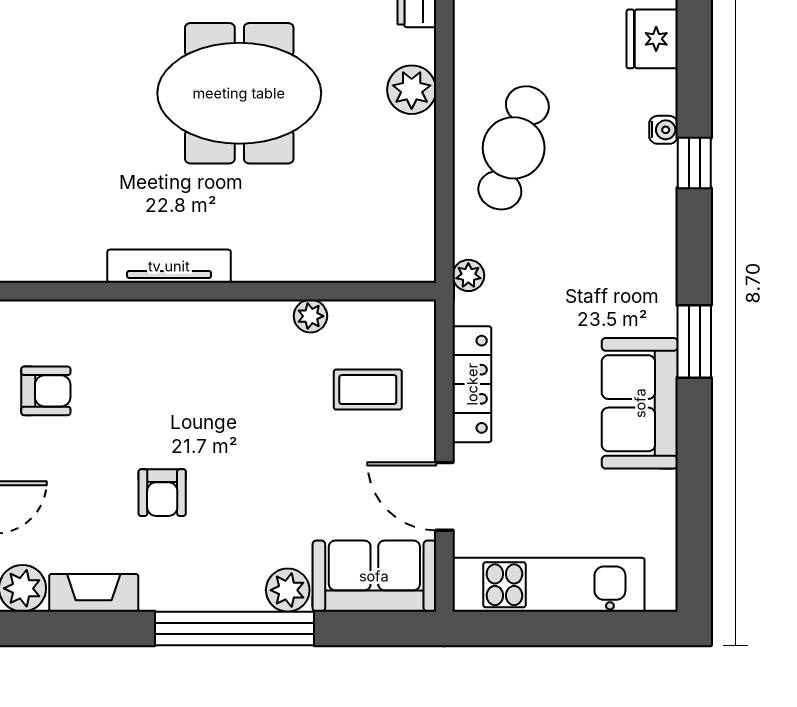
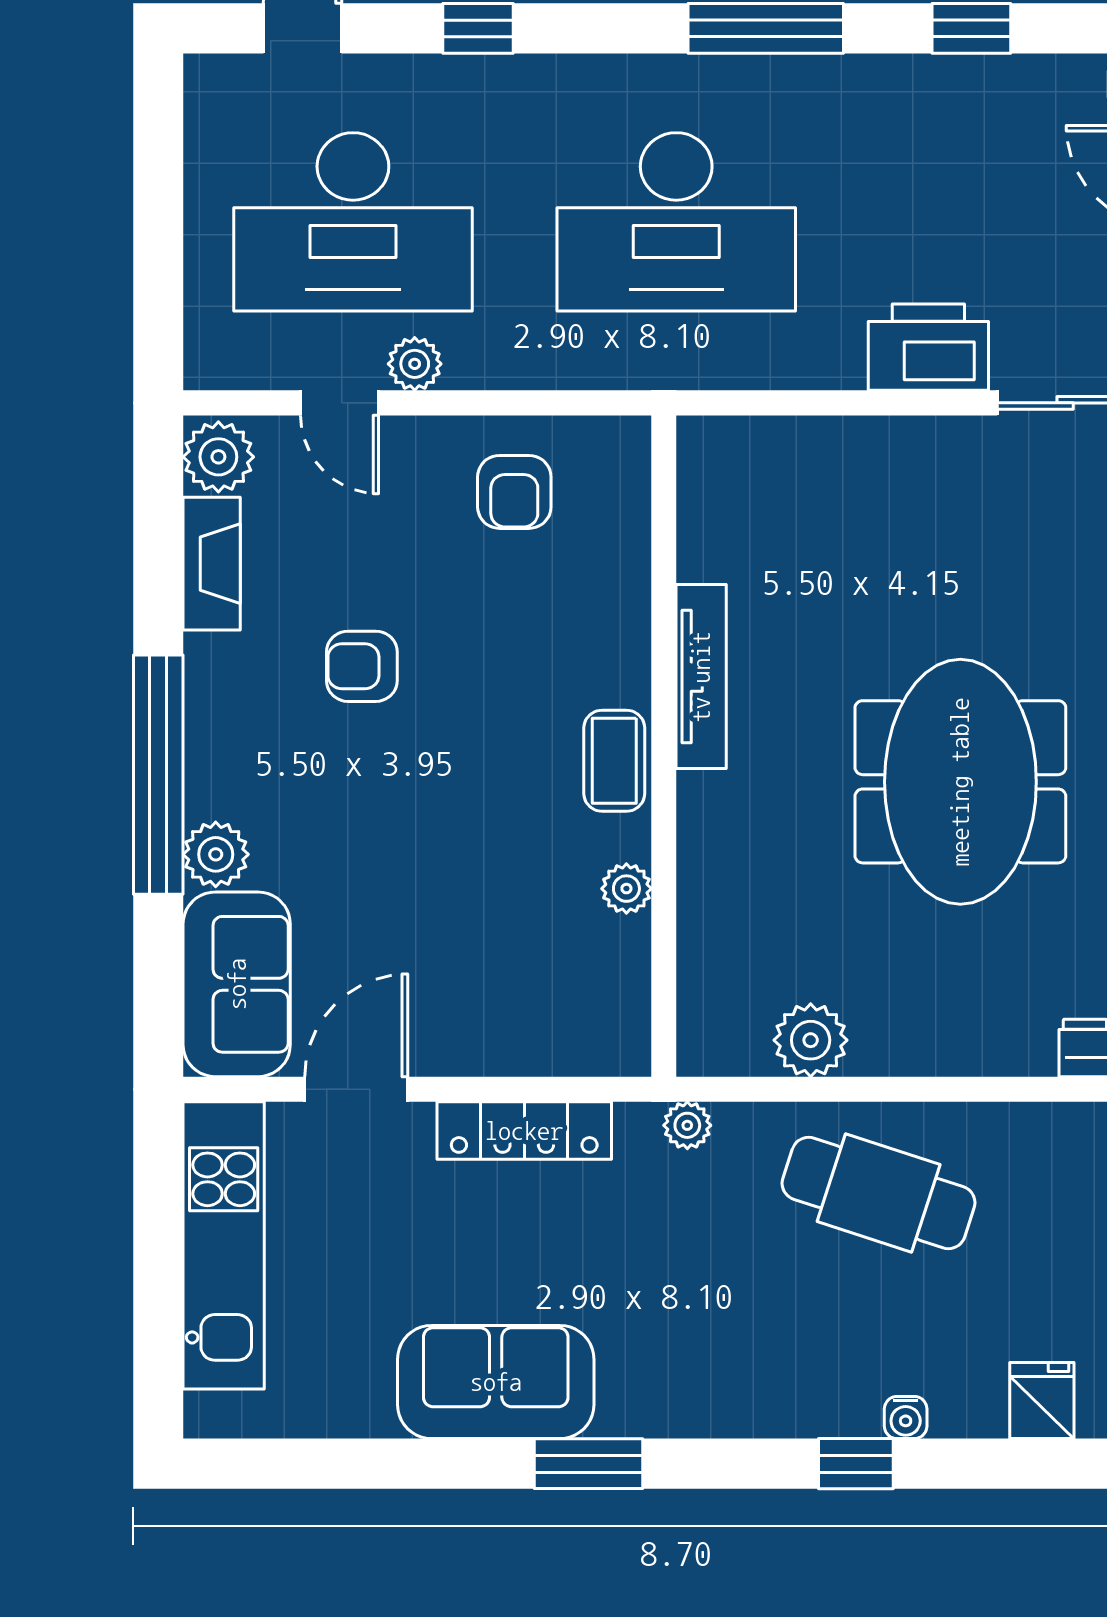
fridge: (652, 39) -> (1042, 1401), width x0.72
plant: (412, 90) -> (811, 1040), moved
coffee table: (368, 390) -> (614, 761), moved

